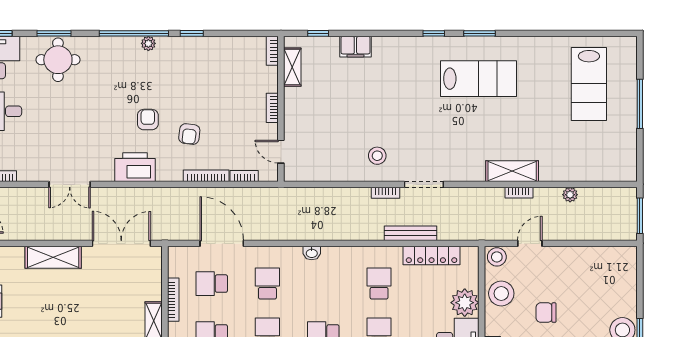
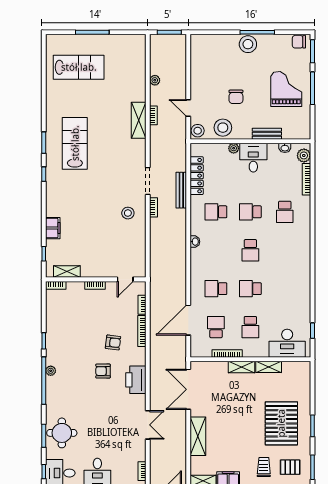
washbasin: (312, 253) -> (195, 242), moved
school desk: (212, 284) -> (216, 327), turned 180
plant: (465, 303) -> (234, 148), width x0.53, depth x0.53

